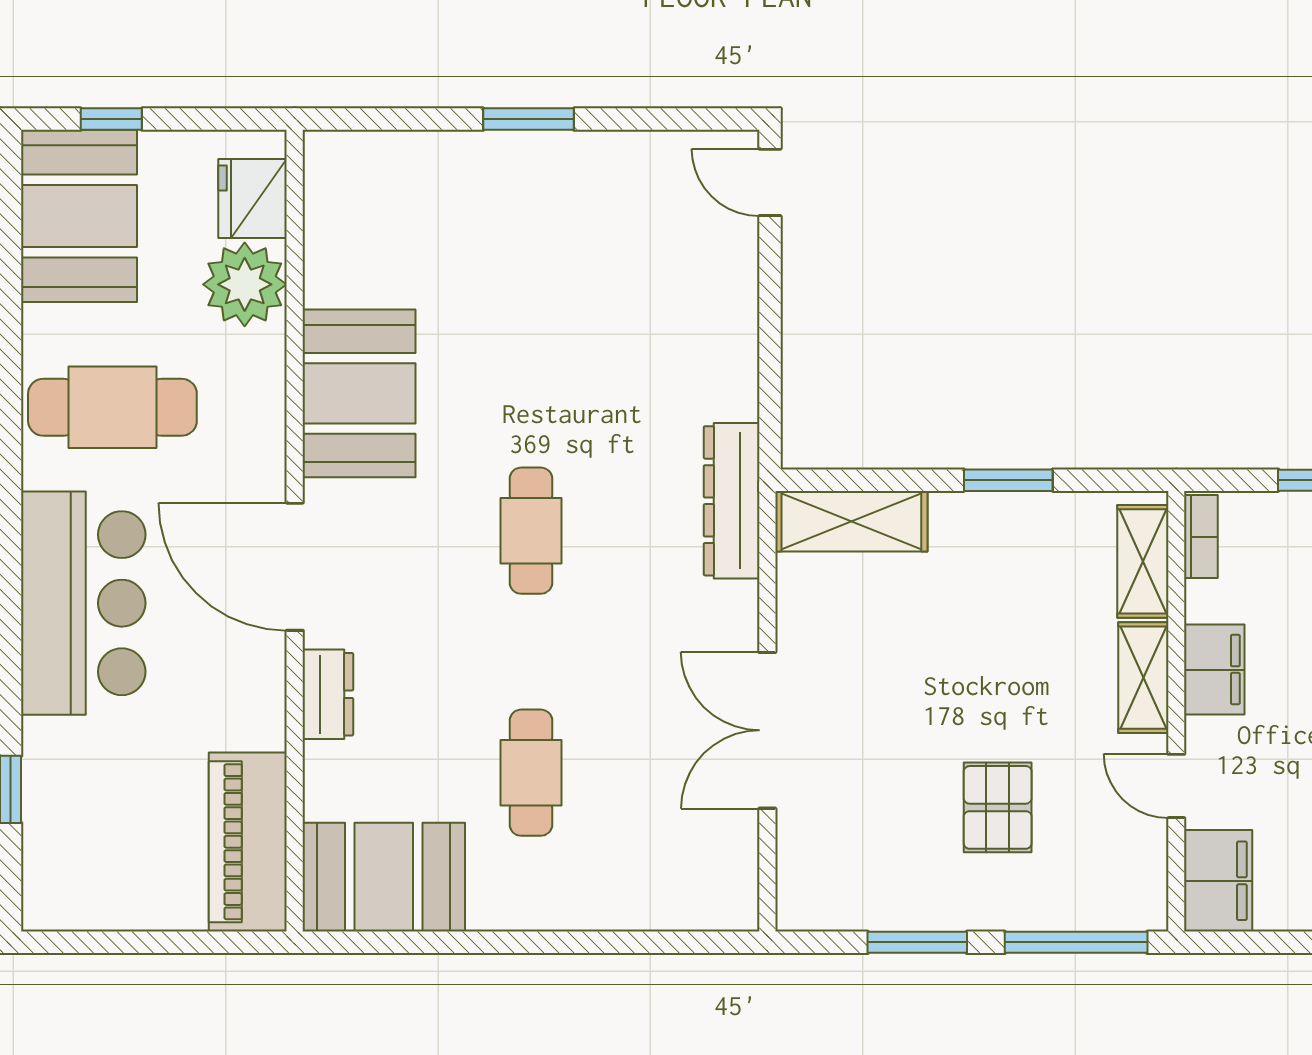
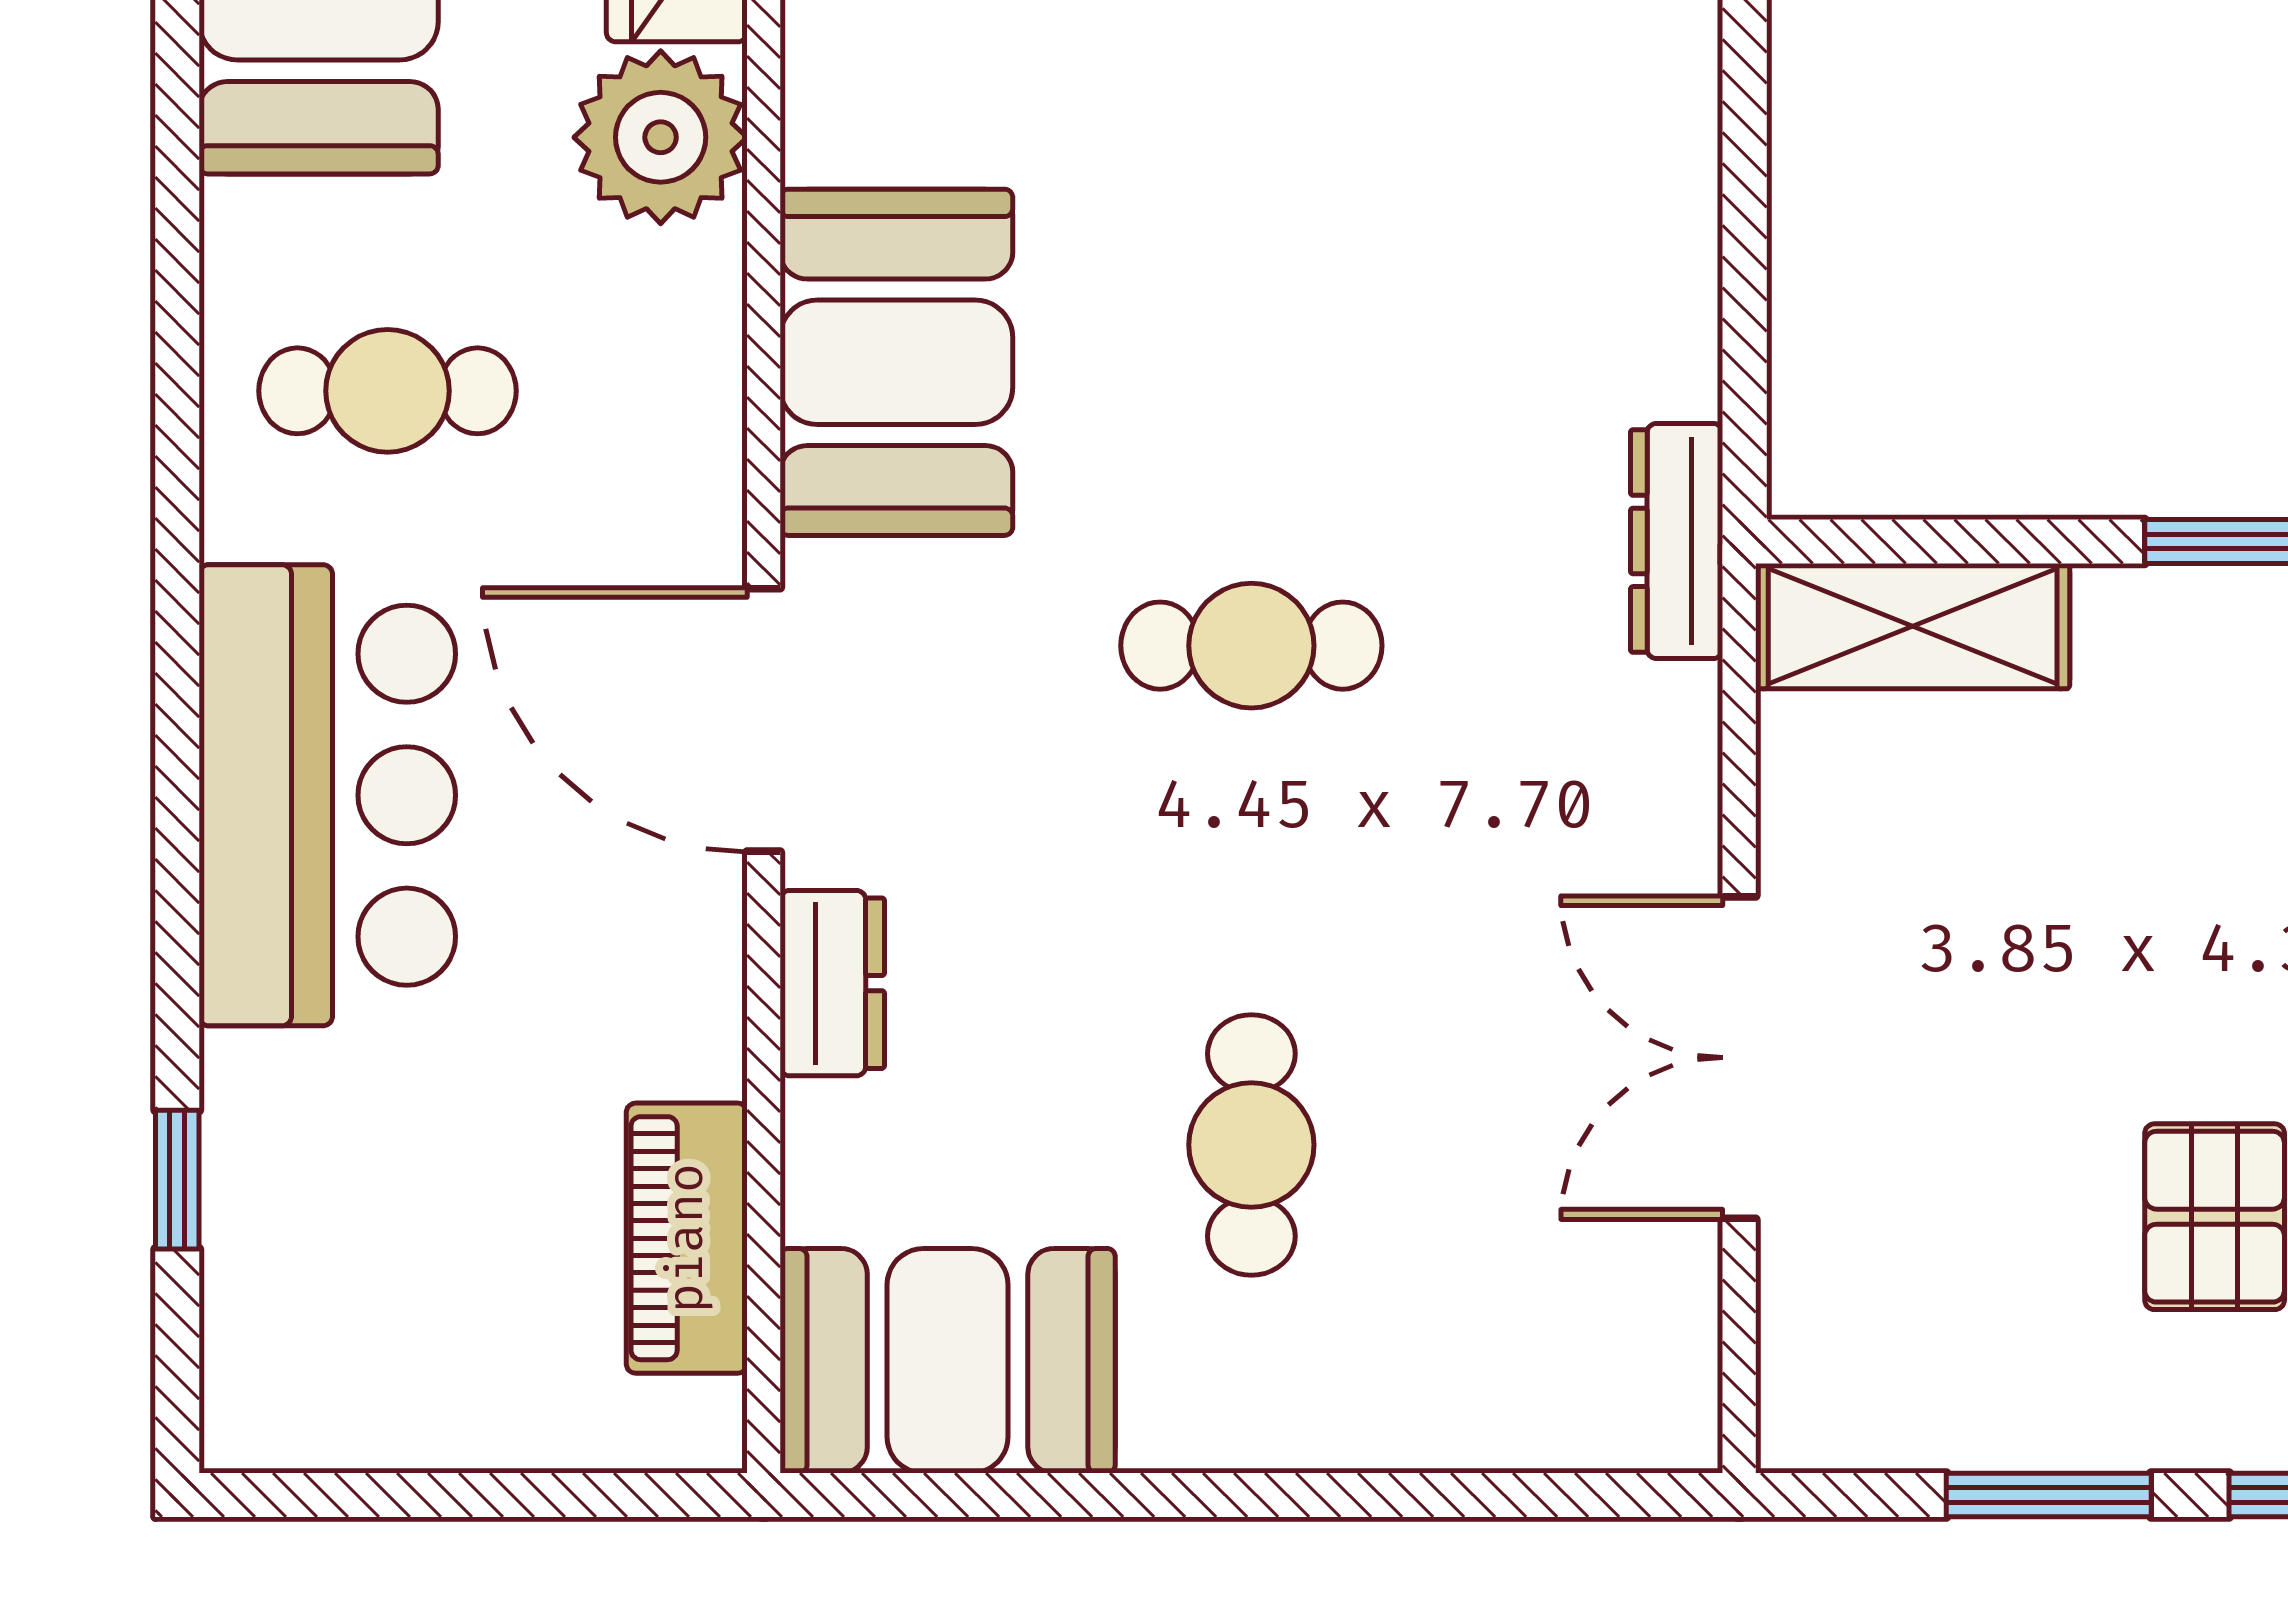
cafe table: (112, 407) -> (388, 391), width x0.73, depth x0.74
dresser: (732, 501) -> (1677, 541), width x0.73, depth x0.80
cafe table: (531, 531) -> (1251, 646), turned 90
piano: (248, 842) -> (687, 1238), width x0.73, depth x0.75

